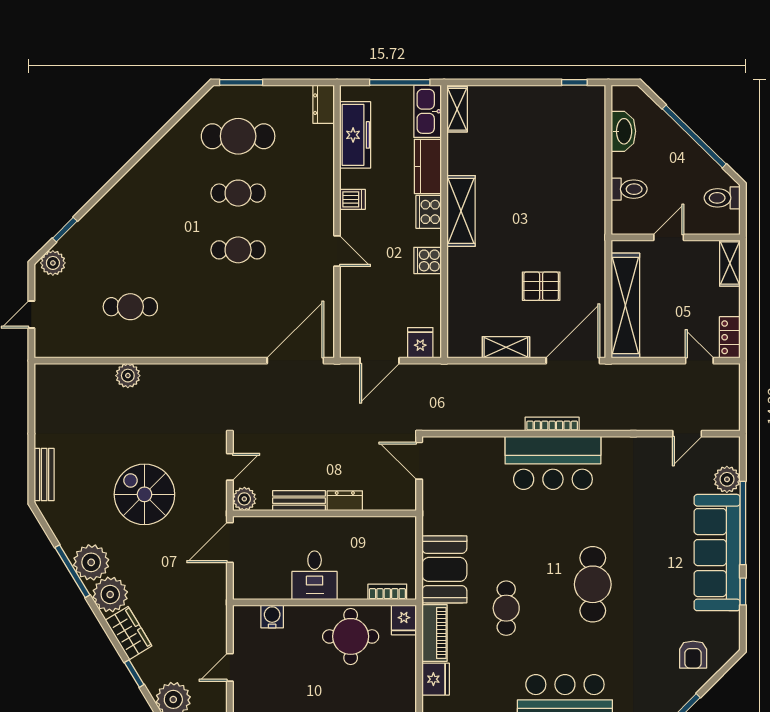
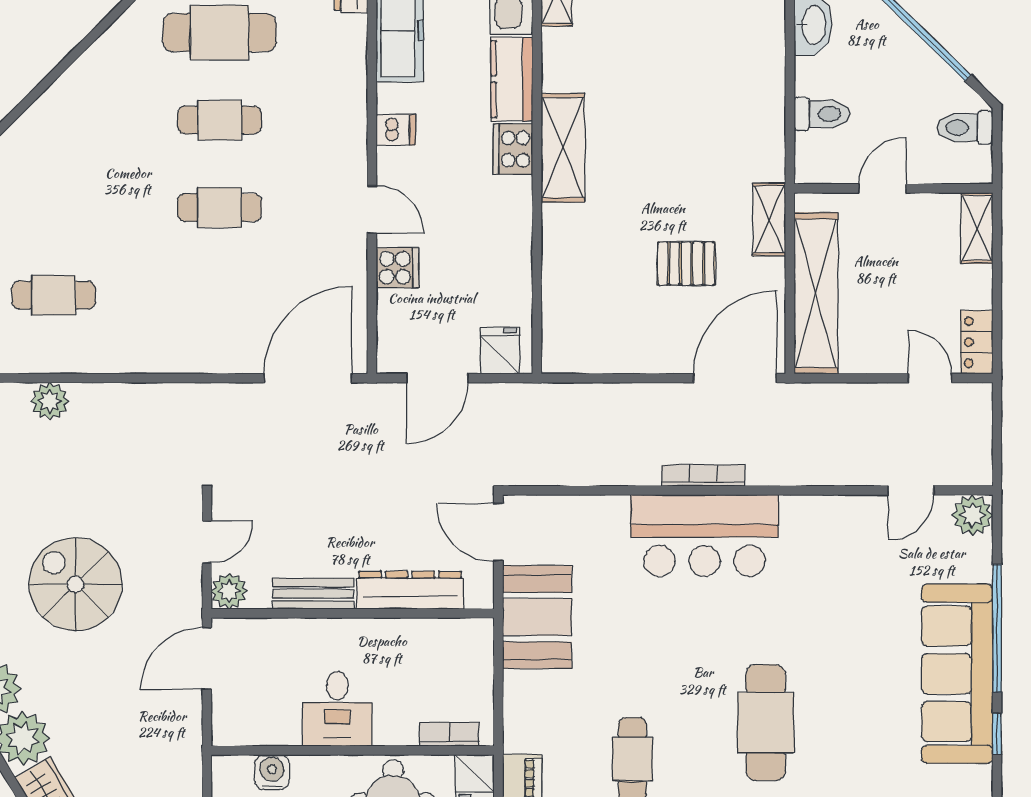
cooker: (428, 260) -> (397, 268), moved, turned 180
shelving: (506, 347) -> (769, 219), moved, turned 90
plant: (727, 479) -> (972, 515), moved
dresser: (345, 501) -> (410, 590), width x1.96, depth x1.24
booth: (444, 569) -> (537, 617), moved

